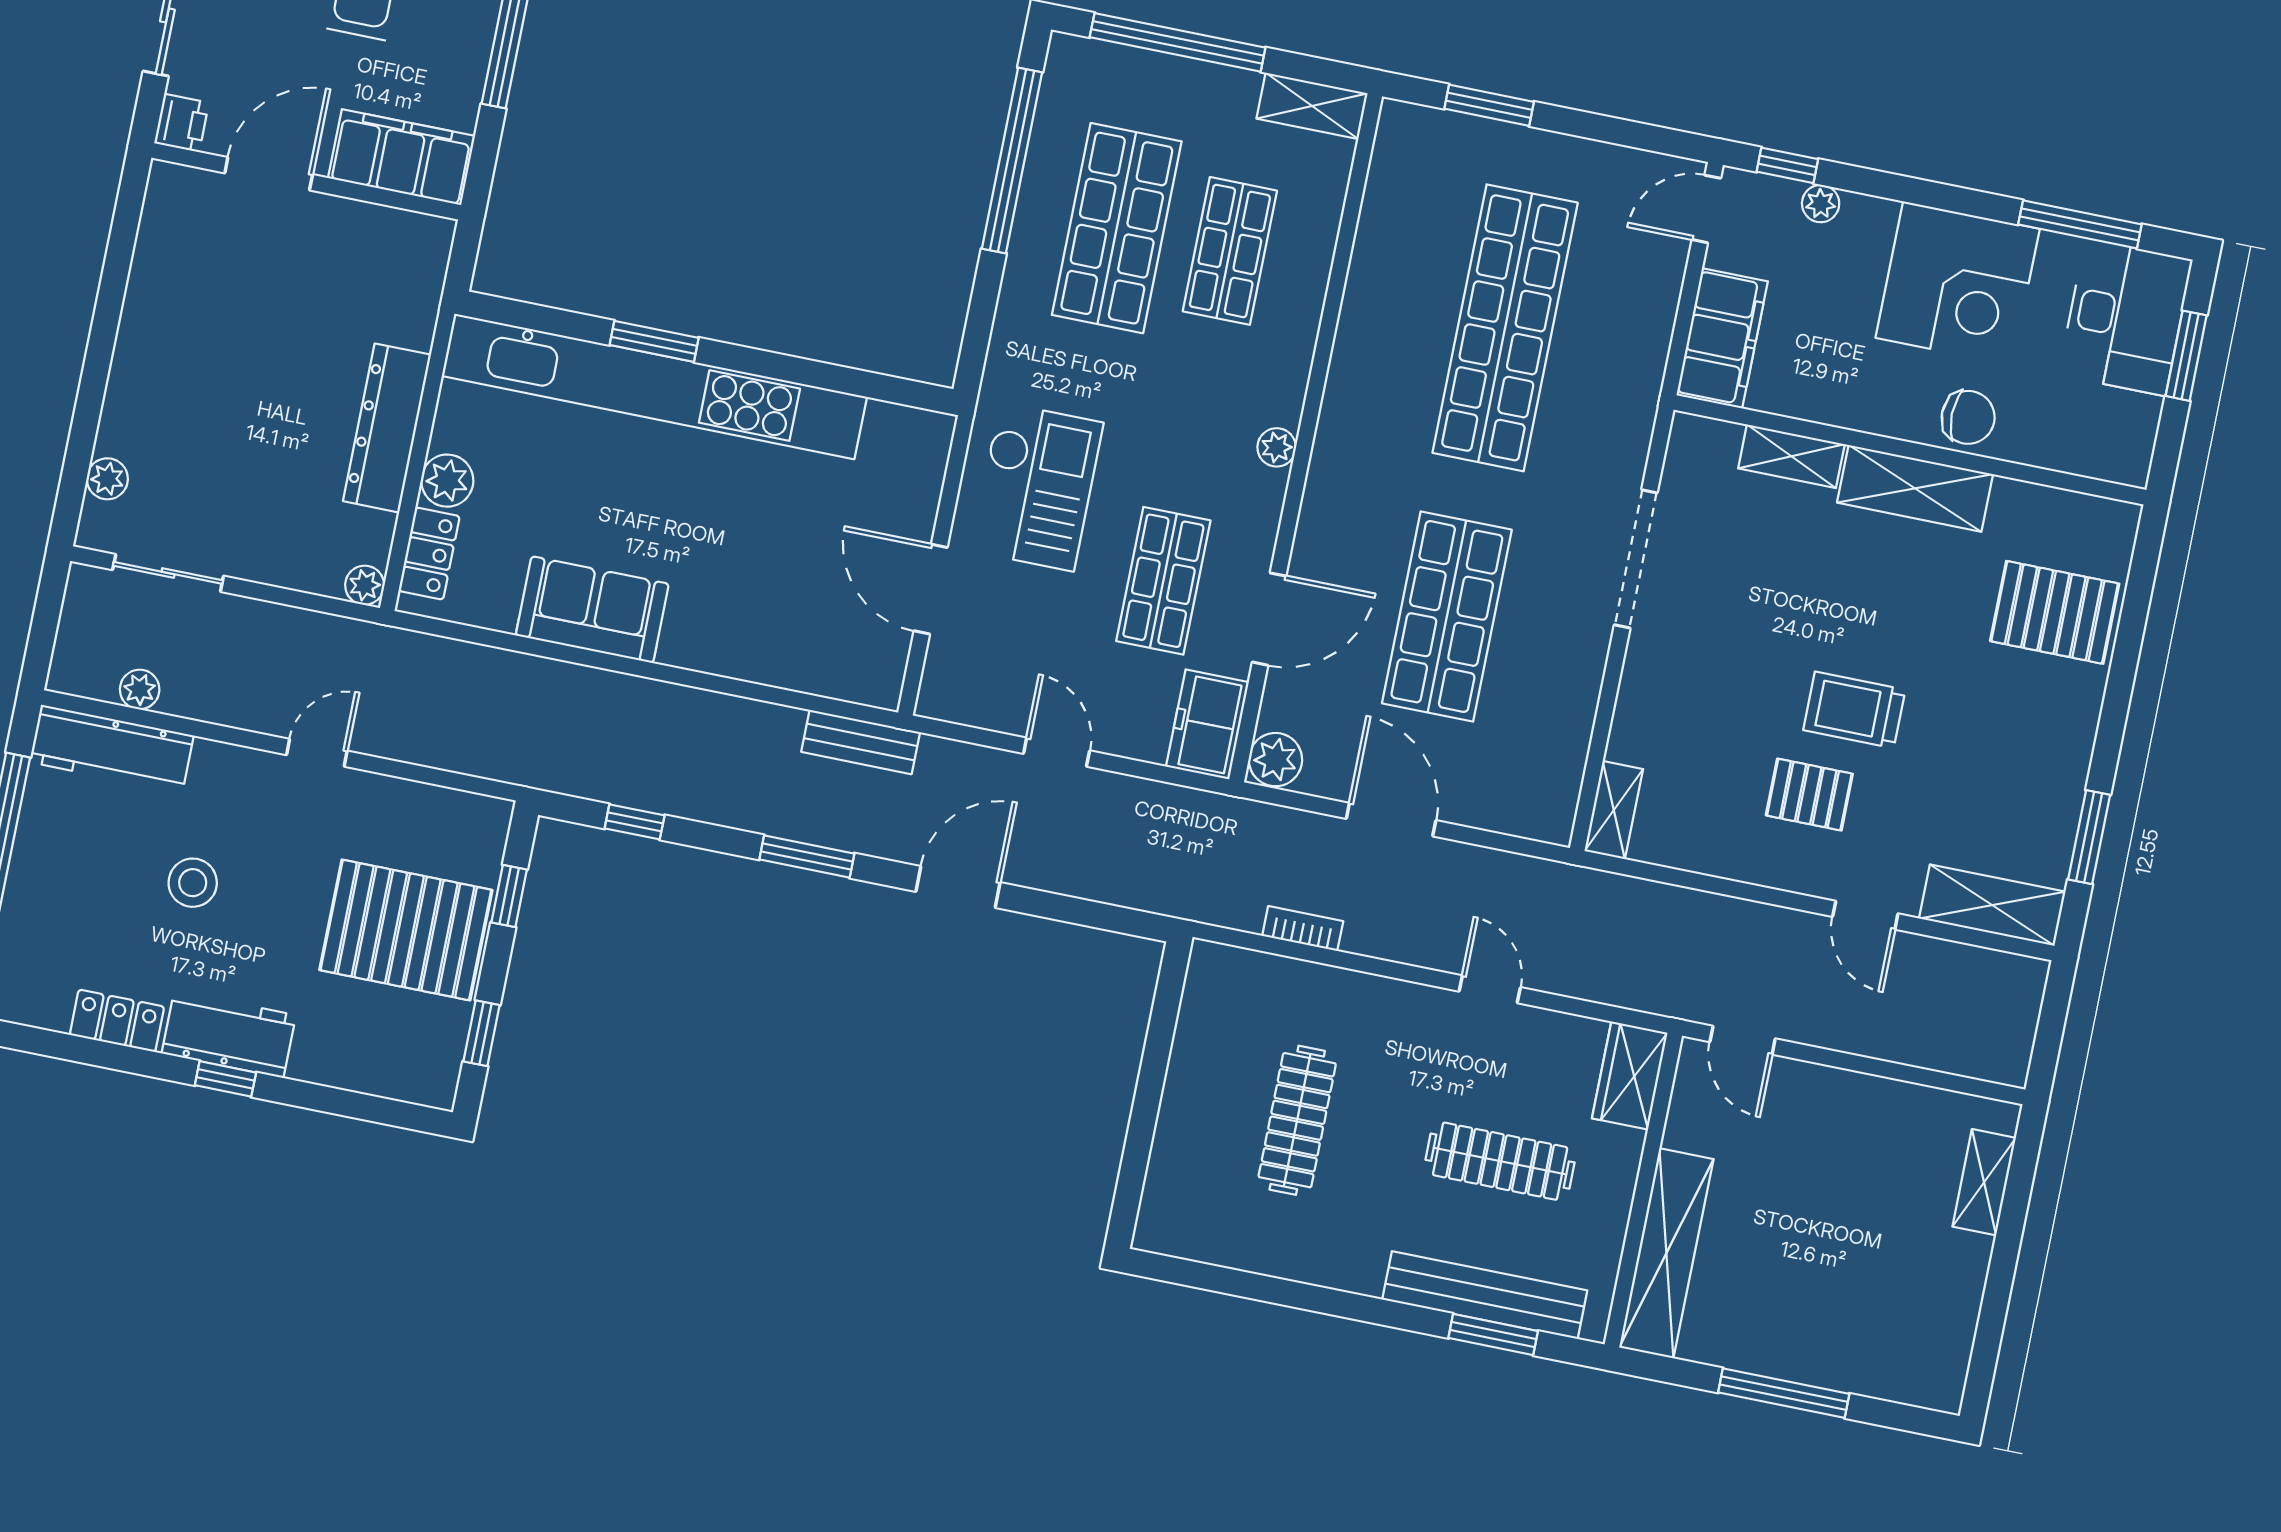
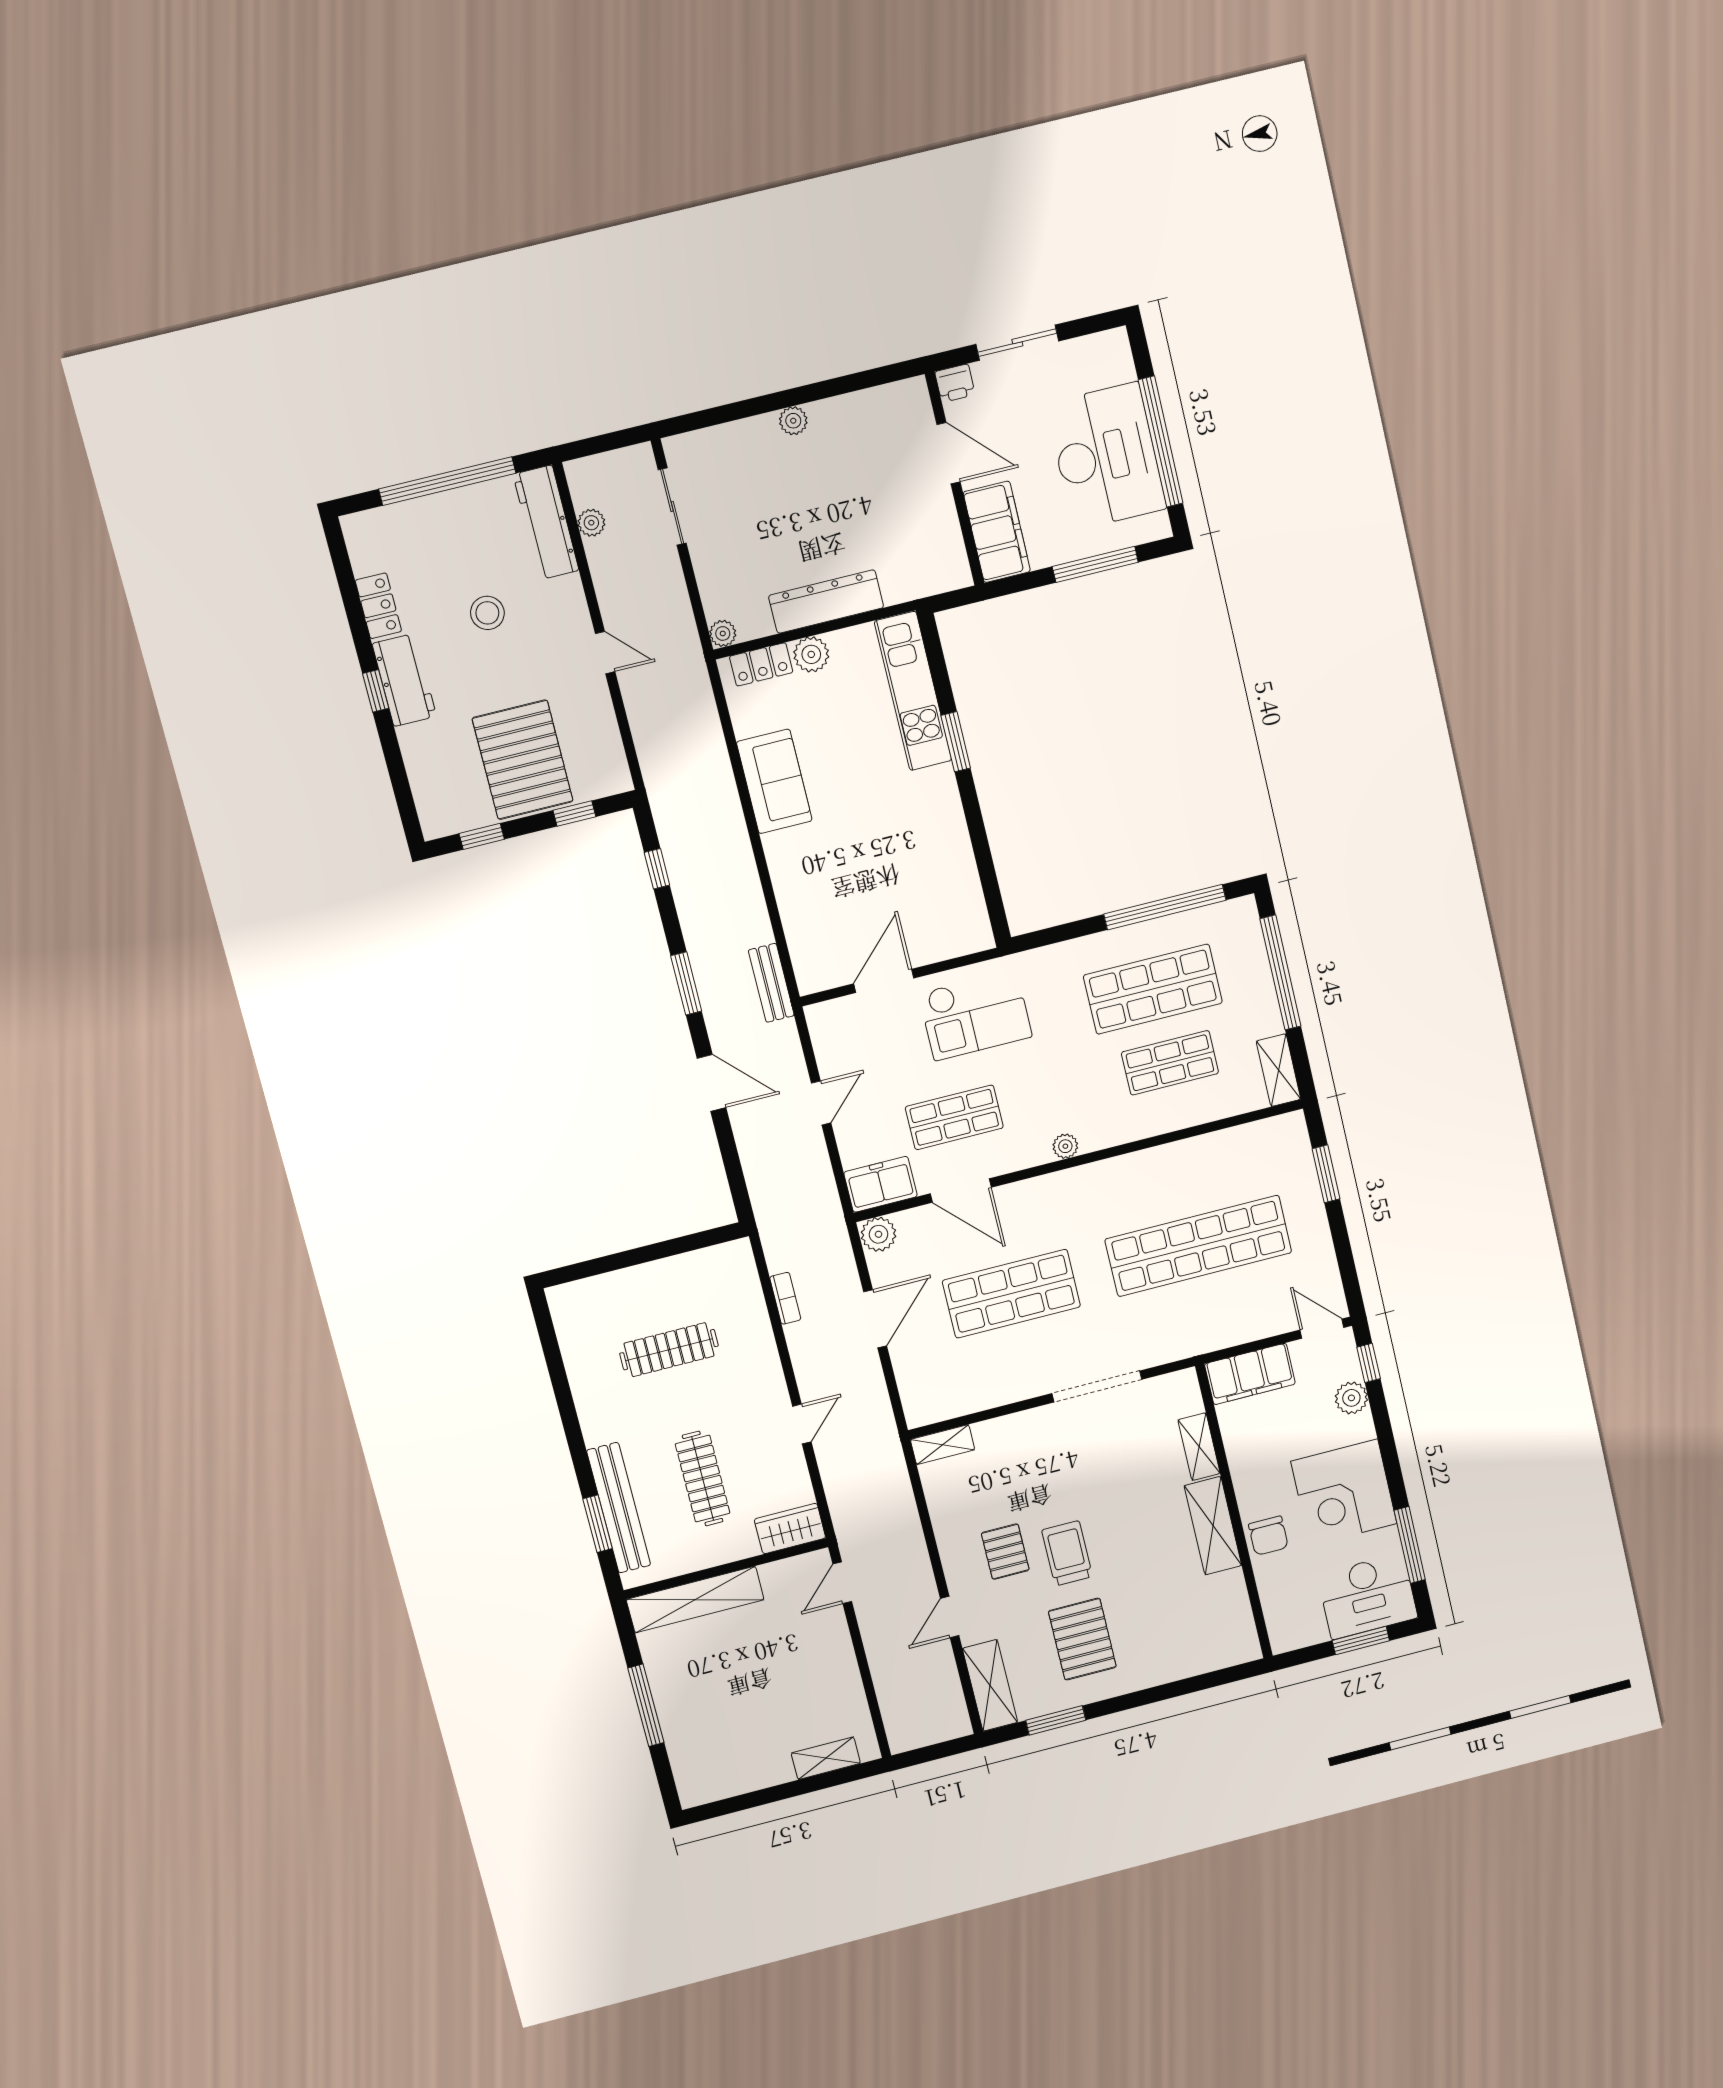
plant: (1821, 204) -> (1351, 1398), width x1.38, depth x1.38
kitchen unit: (655, 386) -> (913, 691), width x0.54
plant: (107, 479) -> (793, 421), moved
pallet: (2055, 612) -> (1082, 1639), moved

